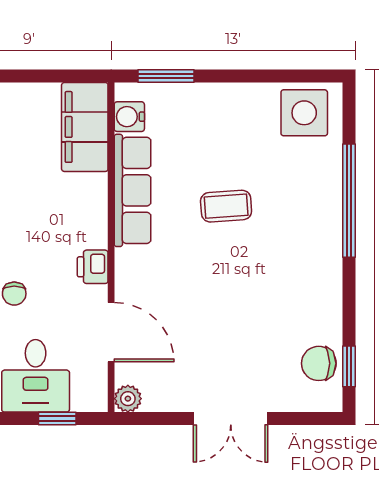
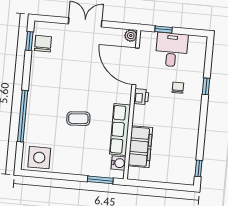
filing cabinet: (85, 127) -> (140, 147), moved
door: (111, 332) -> (136, 66), width x1.36
chair: (319, 363) -> (43, 44), turned -90

